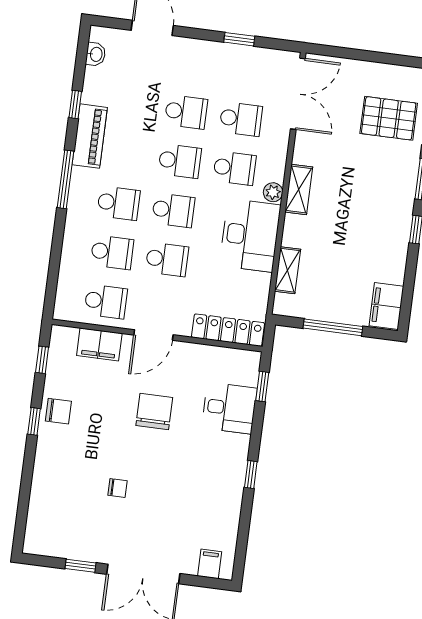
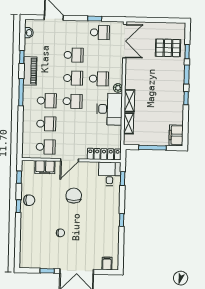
school desk: (241, 119) -> (100, 32), moved
shelving: (299, 190) -> (129, 101), moved
school desk: (167, 259) -> (72, 124), removed
desk: (229, 408) -> (110, 174), moved, turned -90

